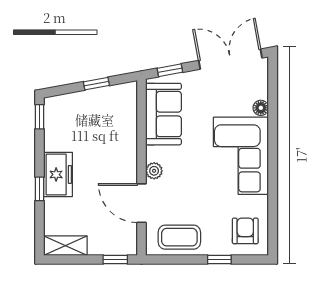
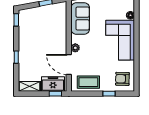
freezer: (58, 174) -> (53, 84), moved, turned -90
armchair: (245, 231) -> (122, 79), turned -88

